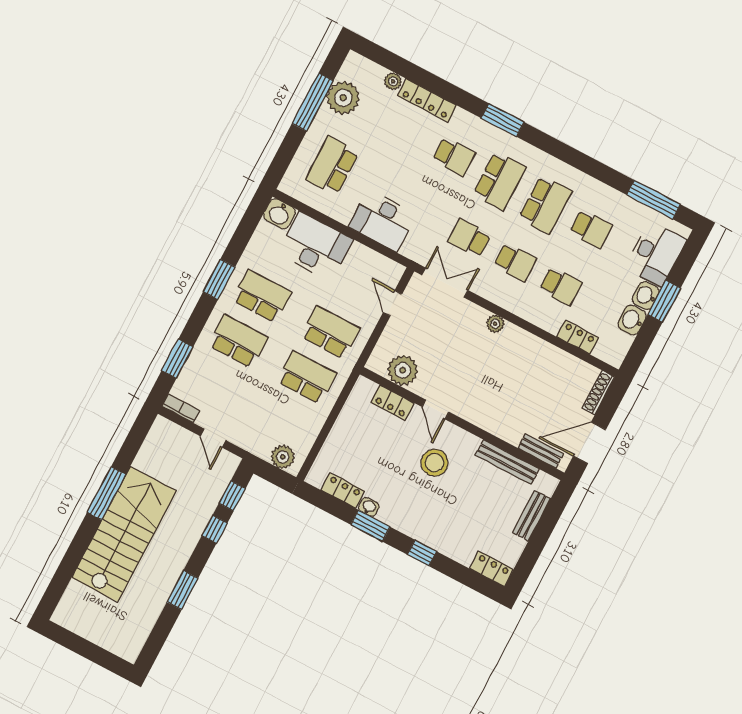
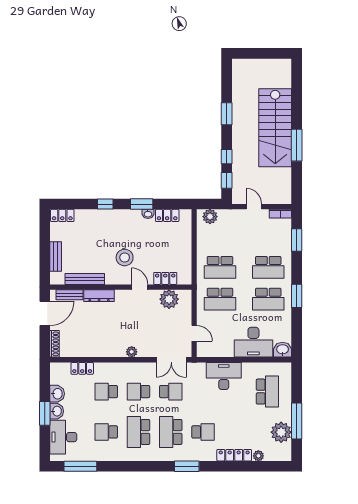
school desk: (454, 157) -> (203, 432), turned 180
dresser: (499, 428) -> (99, 296), added

